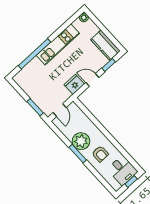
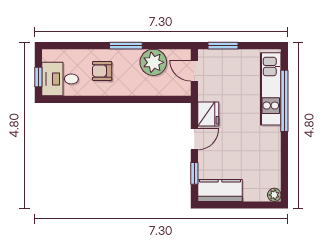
kitchen unit: (58, 44) -> (271, 89), moved
plant: (81, 141) -> (153, 62), moved

